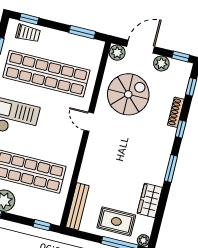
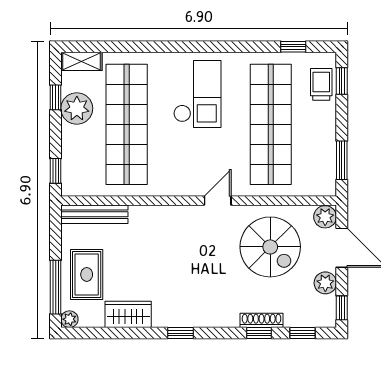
trolley: (28, 33) -> (321, 84), turned 180
window: (181, 129) -> (259, 333), moved
window: (171, 168) -> (180, 333), width x0.67

